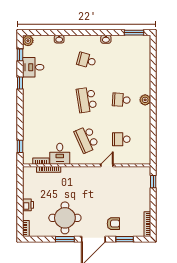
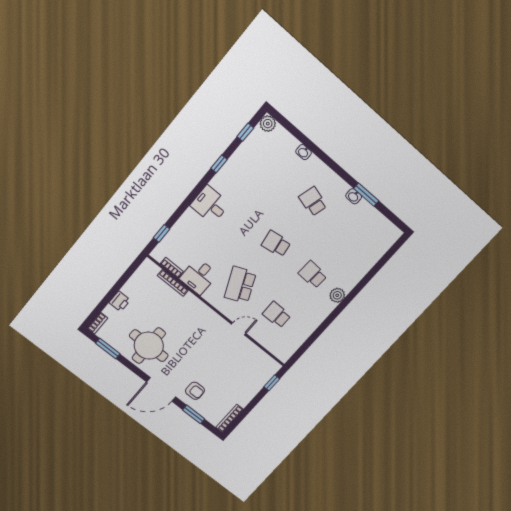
window: (134, 33) -> (366, 195), moved
desk: (33, 67) -> (210, 205), moved
school desk: (87, 100) -> (276, 244), width x0.54
window: (65, 239) -> (108, 348), moved

